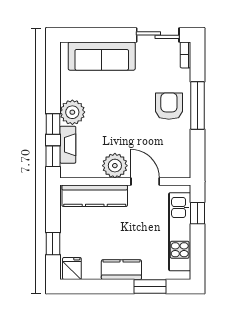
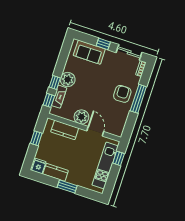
window: (111, 35) -> (103, 44), added
sofa: (102, 56) -> (89, 52), width x0.73
kitchen counter: (95, 196) -> (65, 130), width x0.67
window: (53, 244) -> (36, 138), moved
kitchen counter: (121, 270) -> (56, 172), moved
window: (150, 287) -> (67, 187), moved

